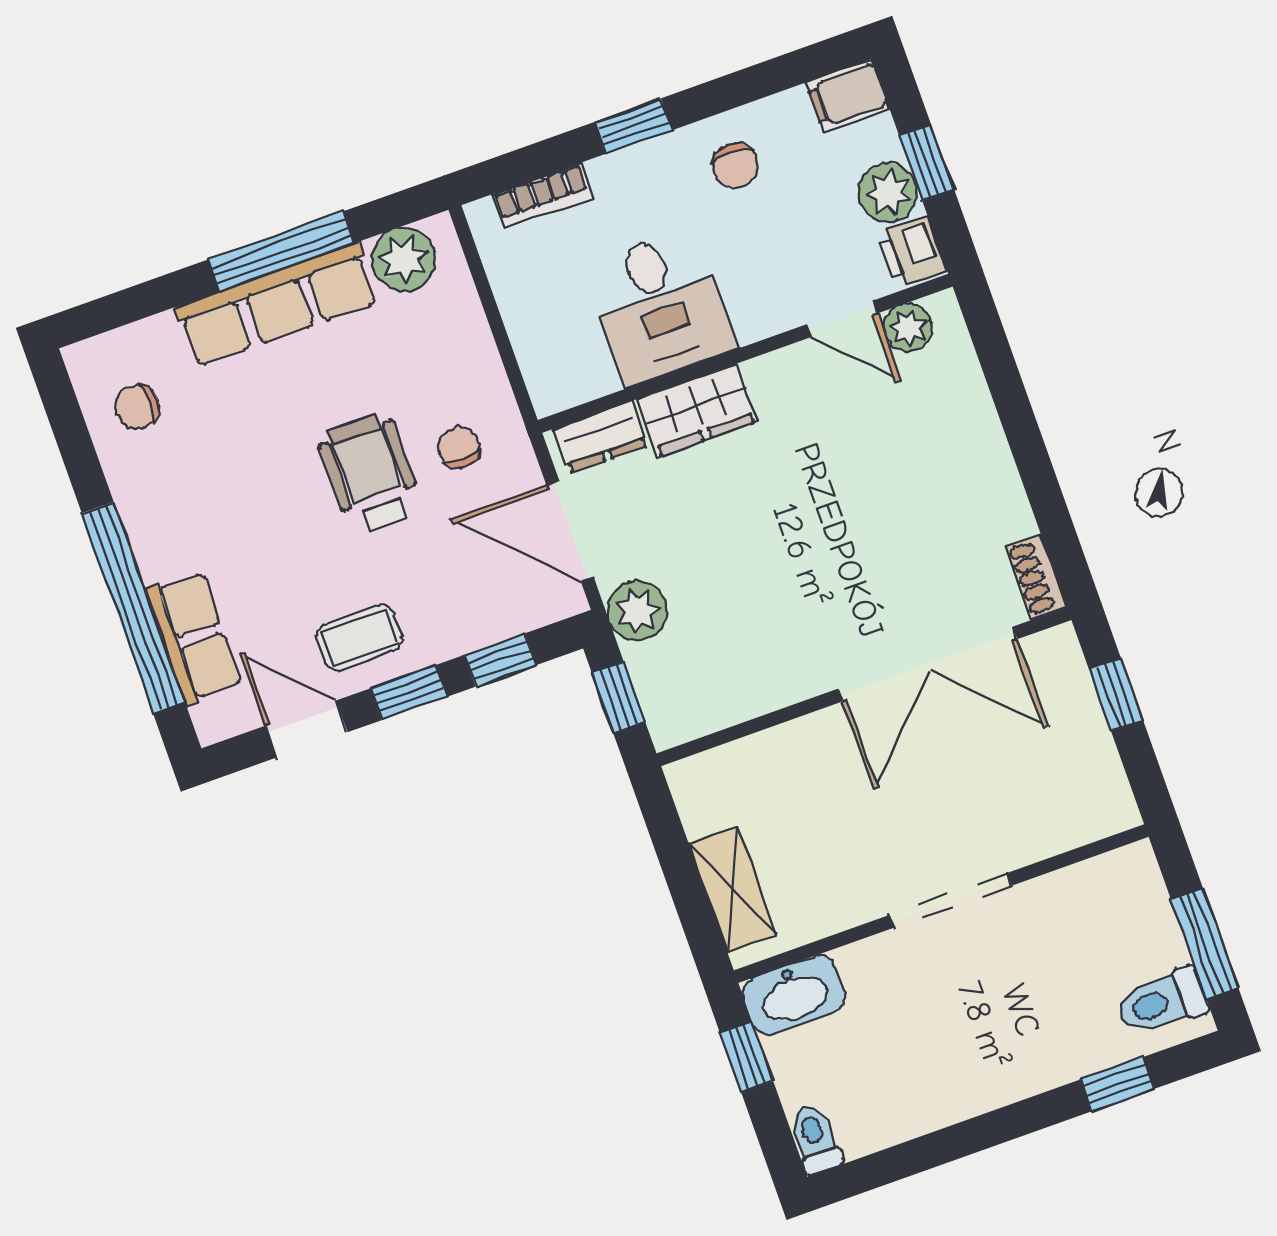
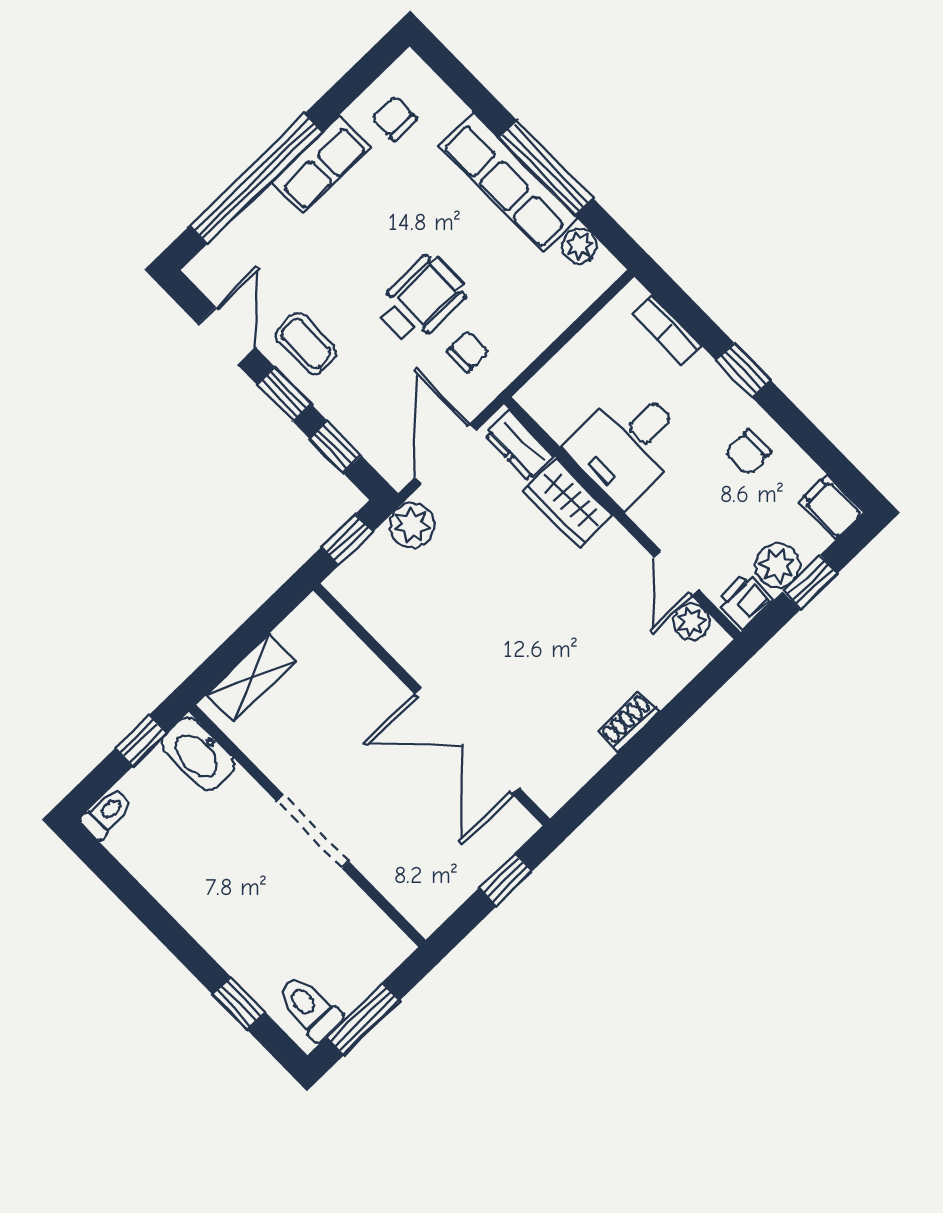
plant: (404, 259) -> (580, 246), width x0.73, depth x0.73
shoe rack: (1036, 577) -> (629, 722), moved
row of seats: (194, 638) -> (321, 165), moved

